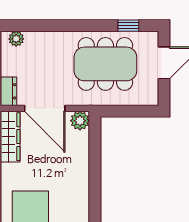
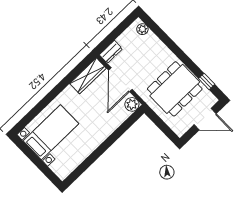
dining table: (105, 64) -> (175, 89), turned 90

